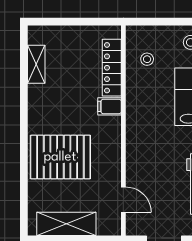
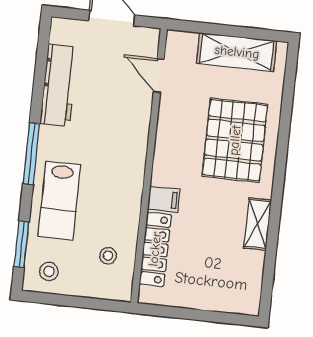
shelving: (36, 64) -> (258, 224), moved
pallet: (60, 157) -> (235, 140), turned 90

